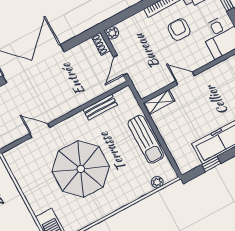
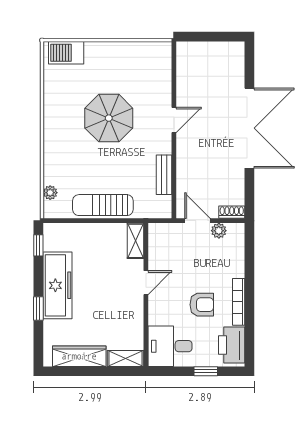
plant: (112, 33) -> (219, 231), moved
door: (40, 130) -> (174, 120), moved
window: (211, 164) -> (38, 245), moved
parasol: (81, 169) -> (109, 118), width x0.73, depth x0.73

